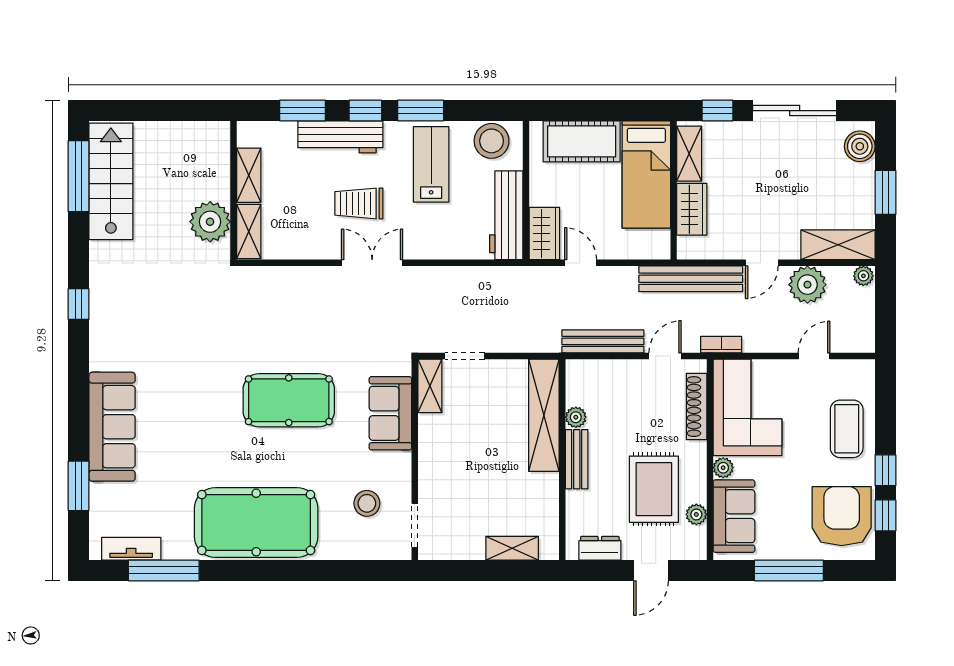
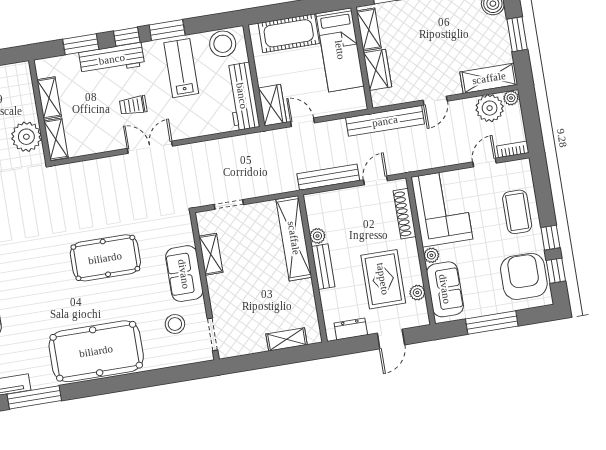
trolley: (359, 203) -> (133, 105), width x0.73, depth x0.72
plant: (807, 285) -> (490, 108), moved
bookcase: (721, 345) -> (513, 149), moved
shelving: (430, 386) -> (211, 254), moved
sofa: (390, 413) -> (184, 274), moved

